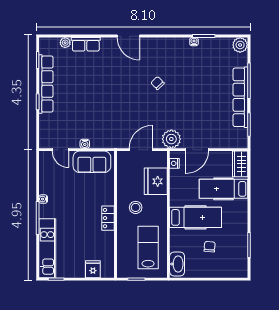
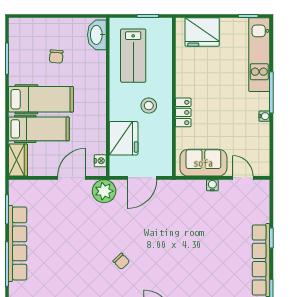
hospital bed: (196, 217) -> (41, 99), moved, turned 180
locker: (108, 218) -> (183, 112), moved
fridge: (93, 269) -> (202, 32), width x1.88, depth x1.34

